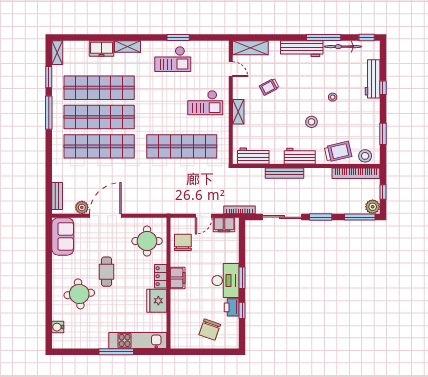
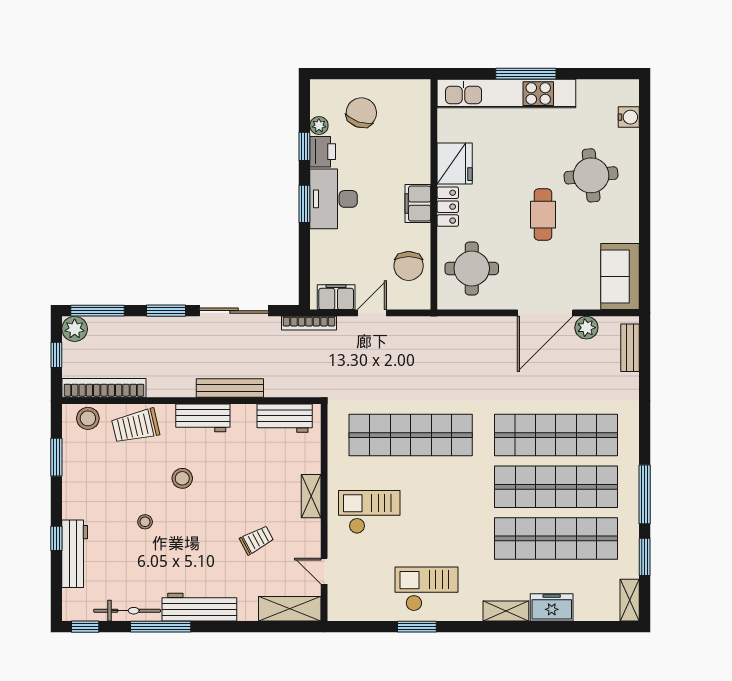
plant: (234, 322) -> (319, 126), added
kitchen unit: (138, 340) -> (506, 94), width x1.36

